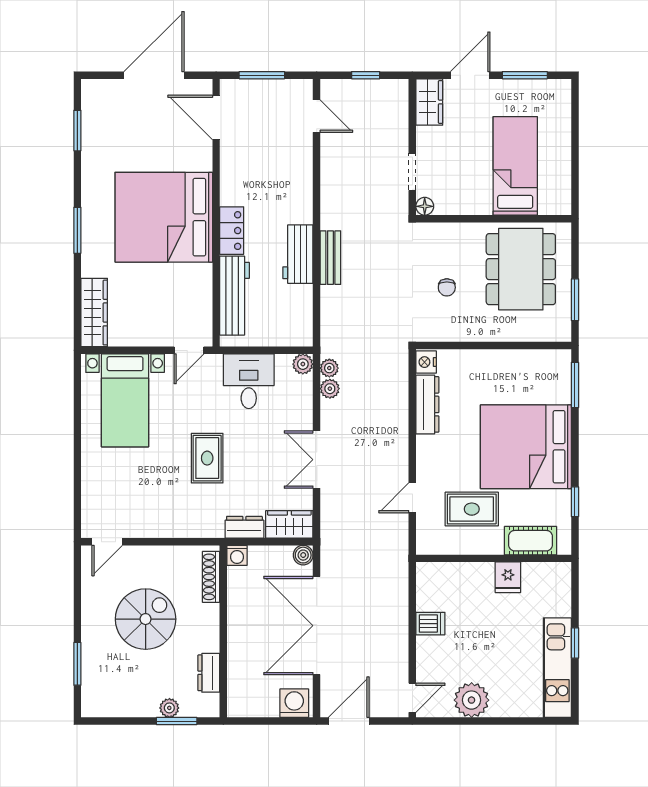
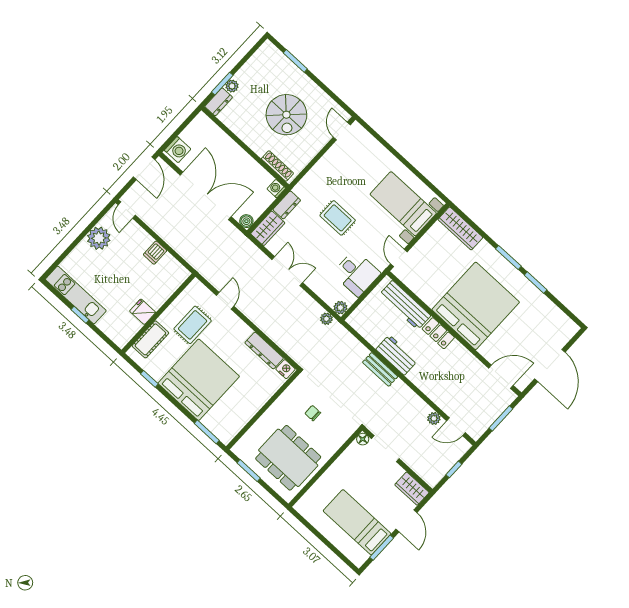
window: (77, 131) -> (536, 283), moved
bed: (515, 166) -> (357, 522), moved, turned 180
doorway: (412, 172) -> (385, 449), width x1.38
plant: (330, 389) -> (434, 418), moved
dresser: (209, 673) -> (219, 102), moved, turned 90

